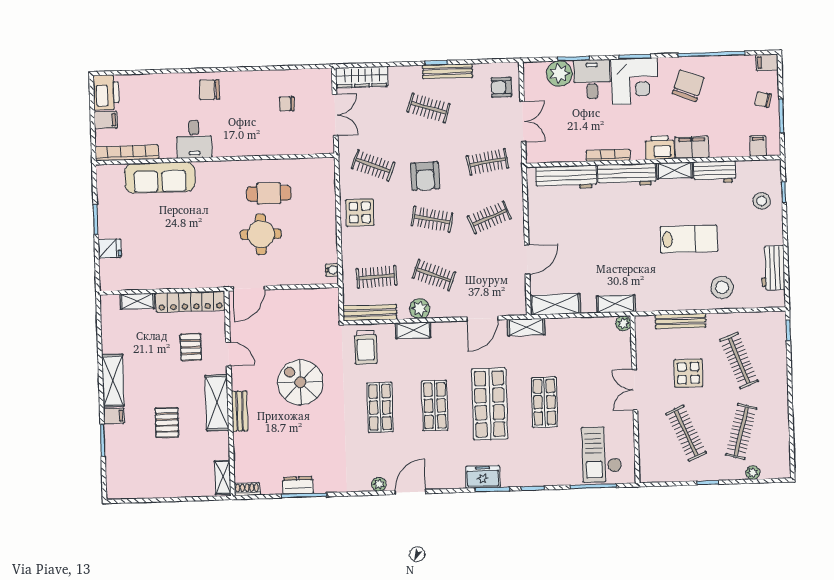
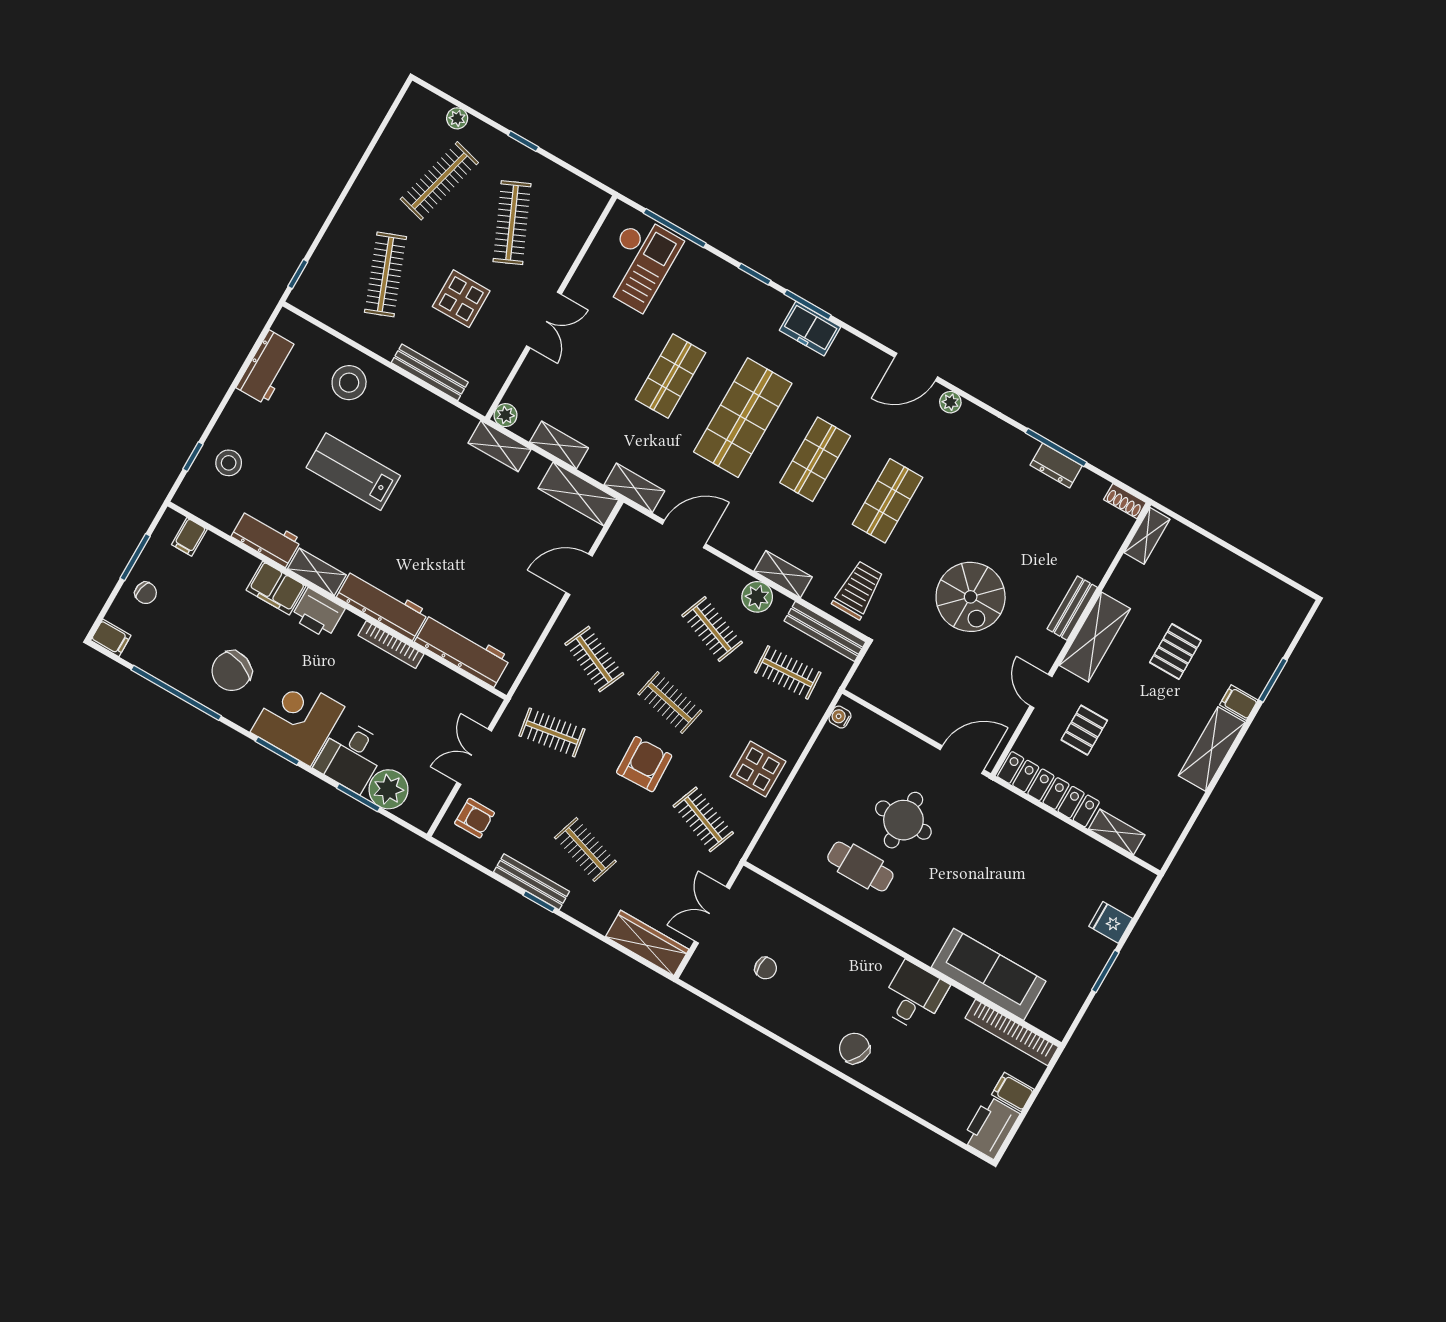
chair: (209, 90) -> (854, 1048), turned -153
clothes rail: (489, 218) -> (594, 659), turned 45
shelving: (583, 325) -> (559, 445), added

